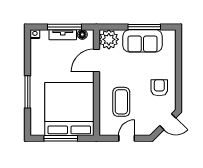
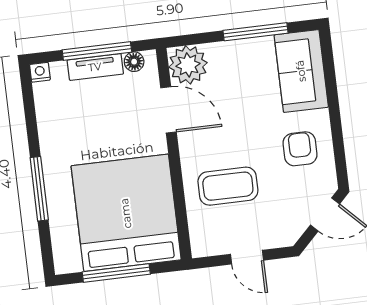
sofa: (142, 41) -> (301, 71), moved, turned 90
door: (96, 60) -> (168, 110), swing flipped
coffee table: (121, 102) -> (228, 186), turned 90
door: (127, 138) -> (247, 257), swing flipped

